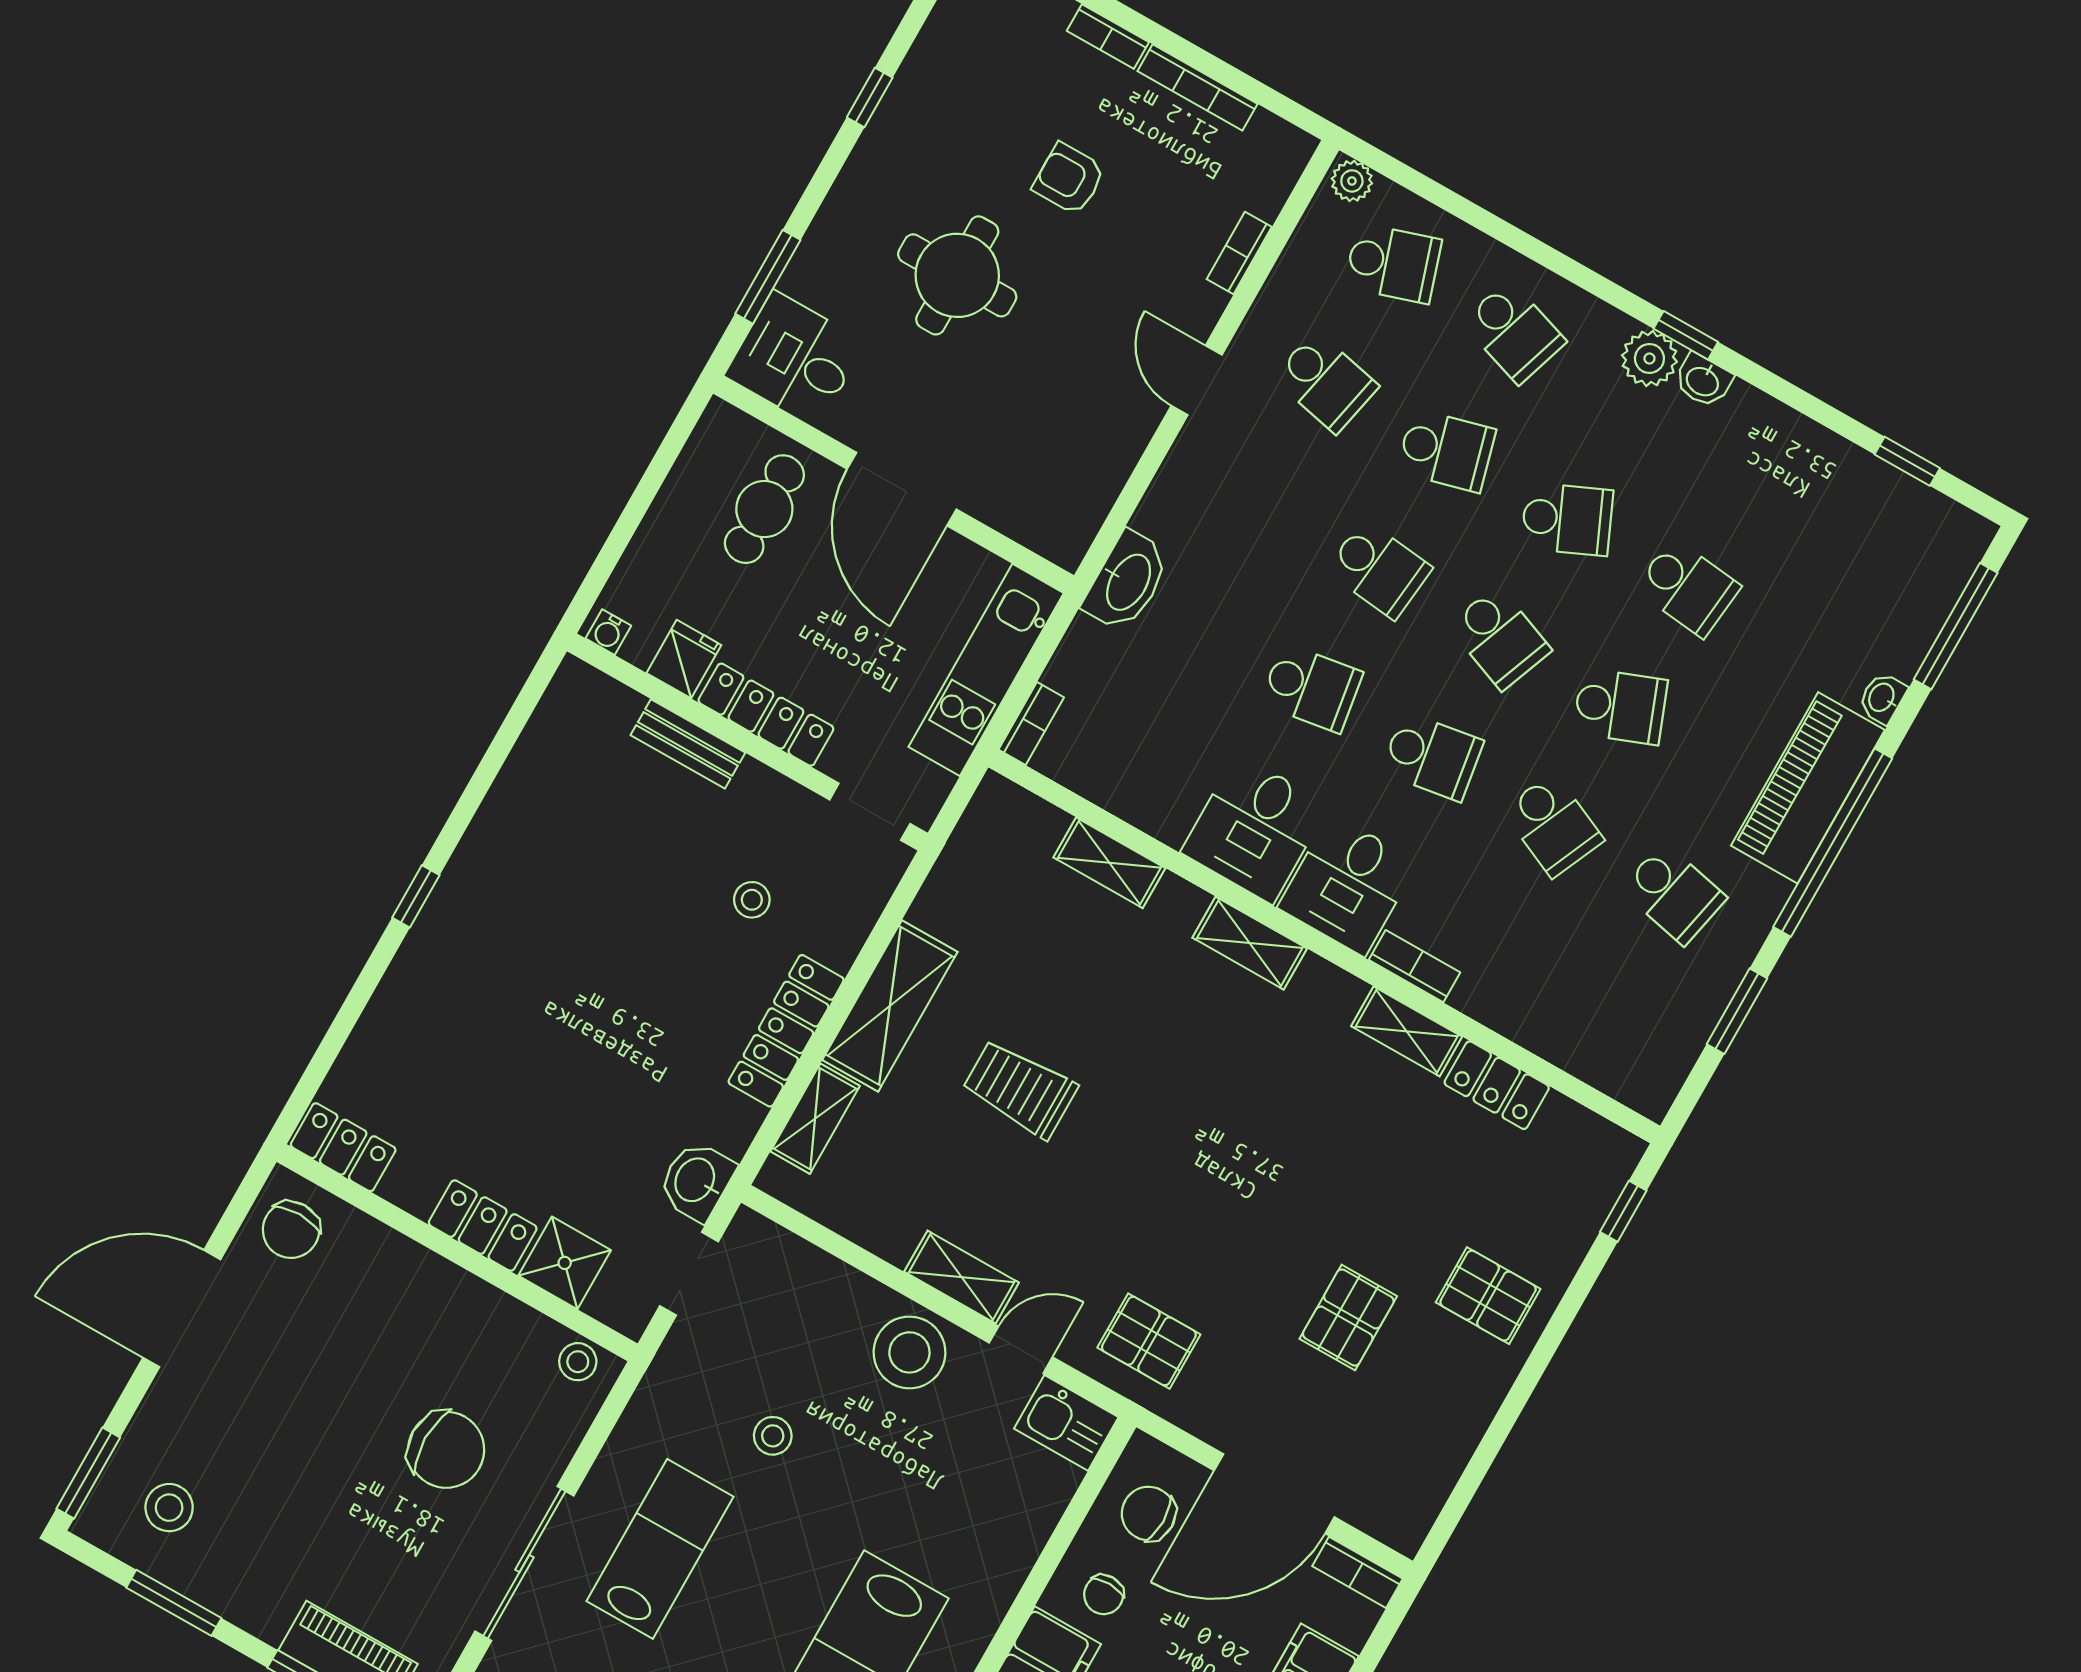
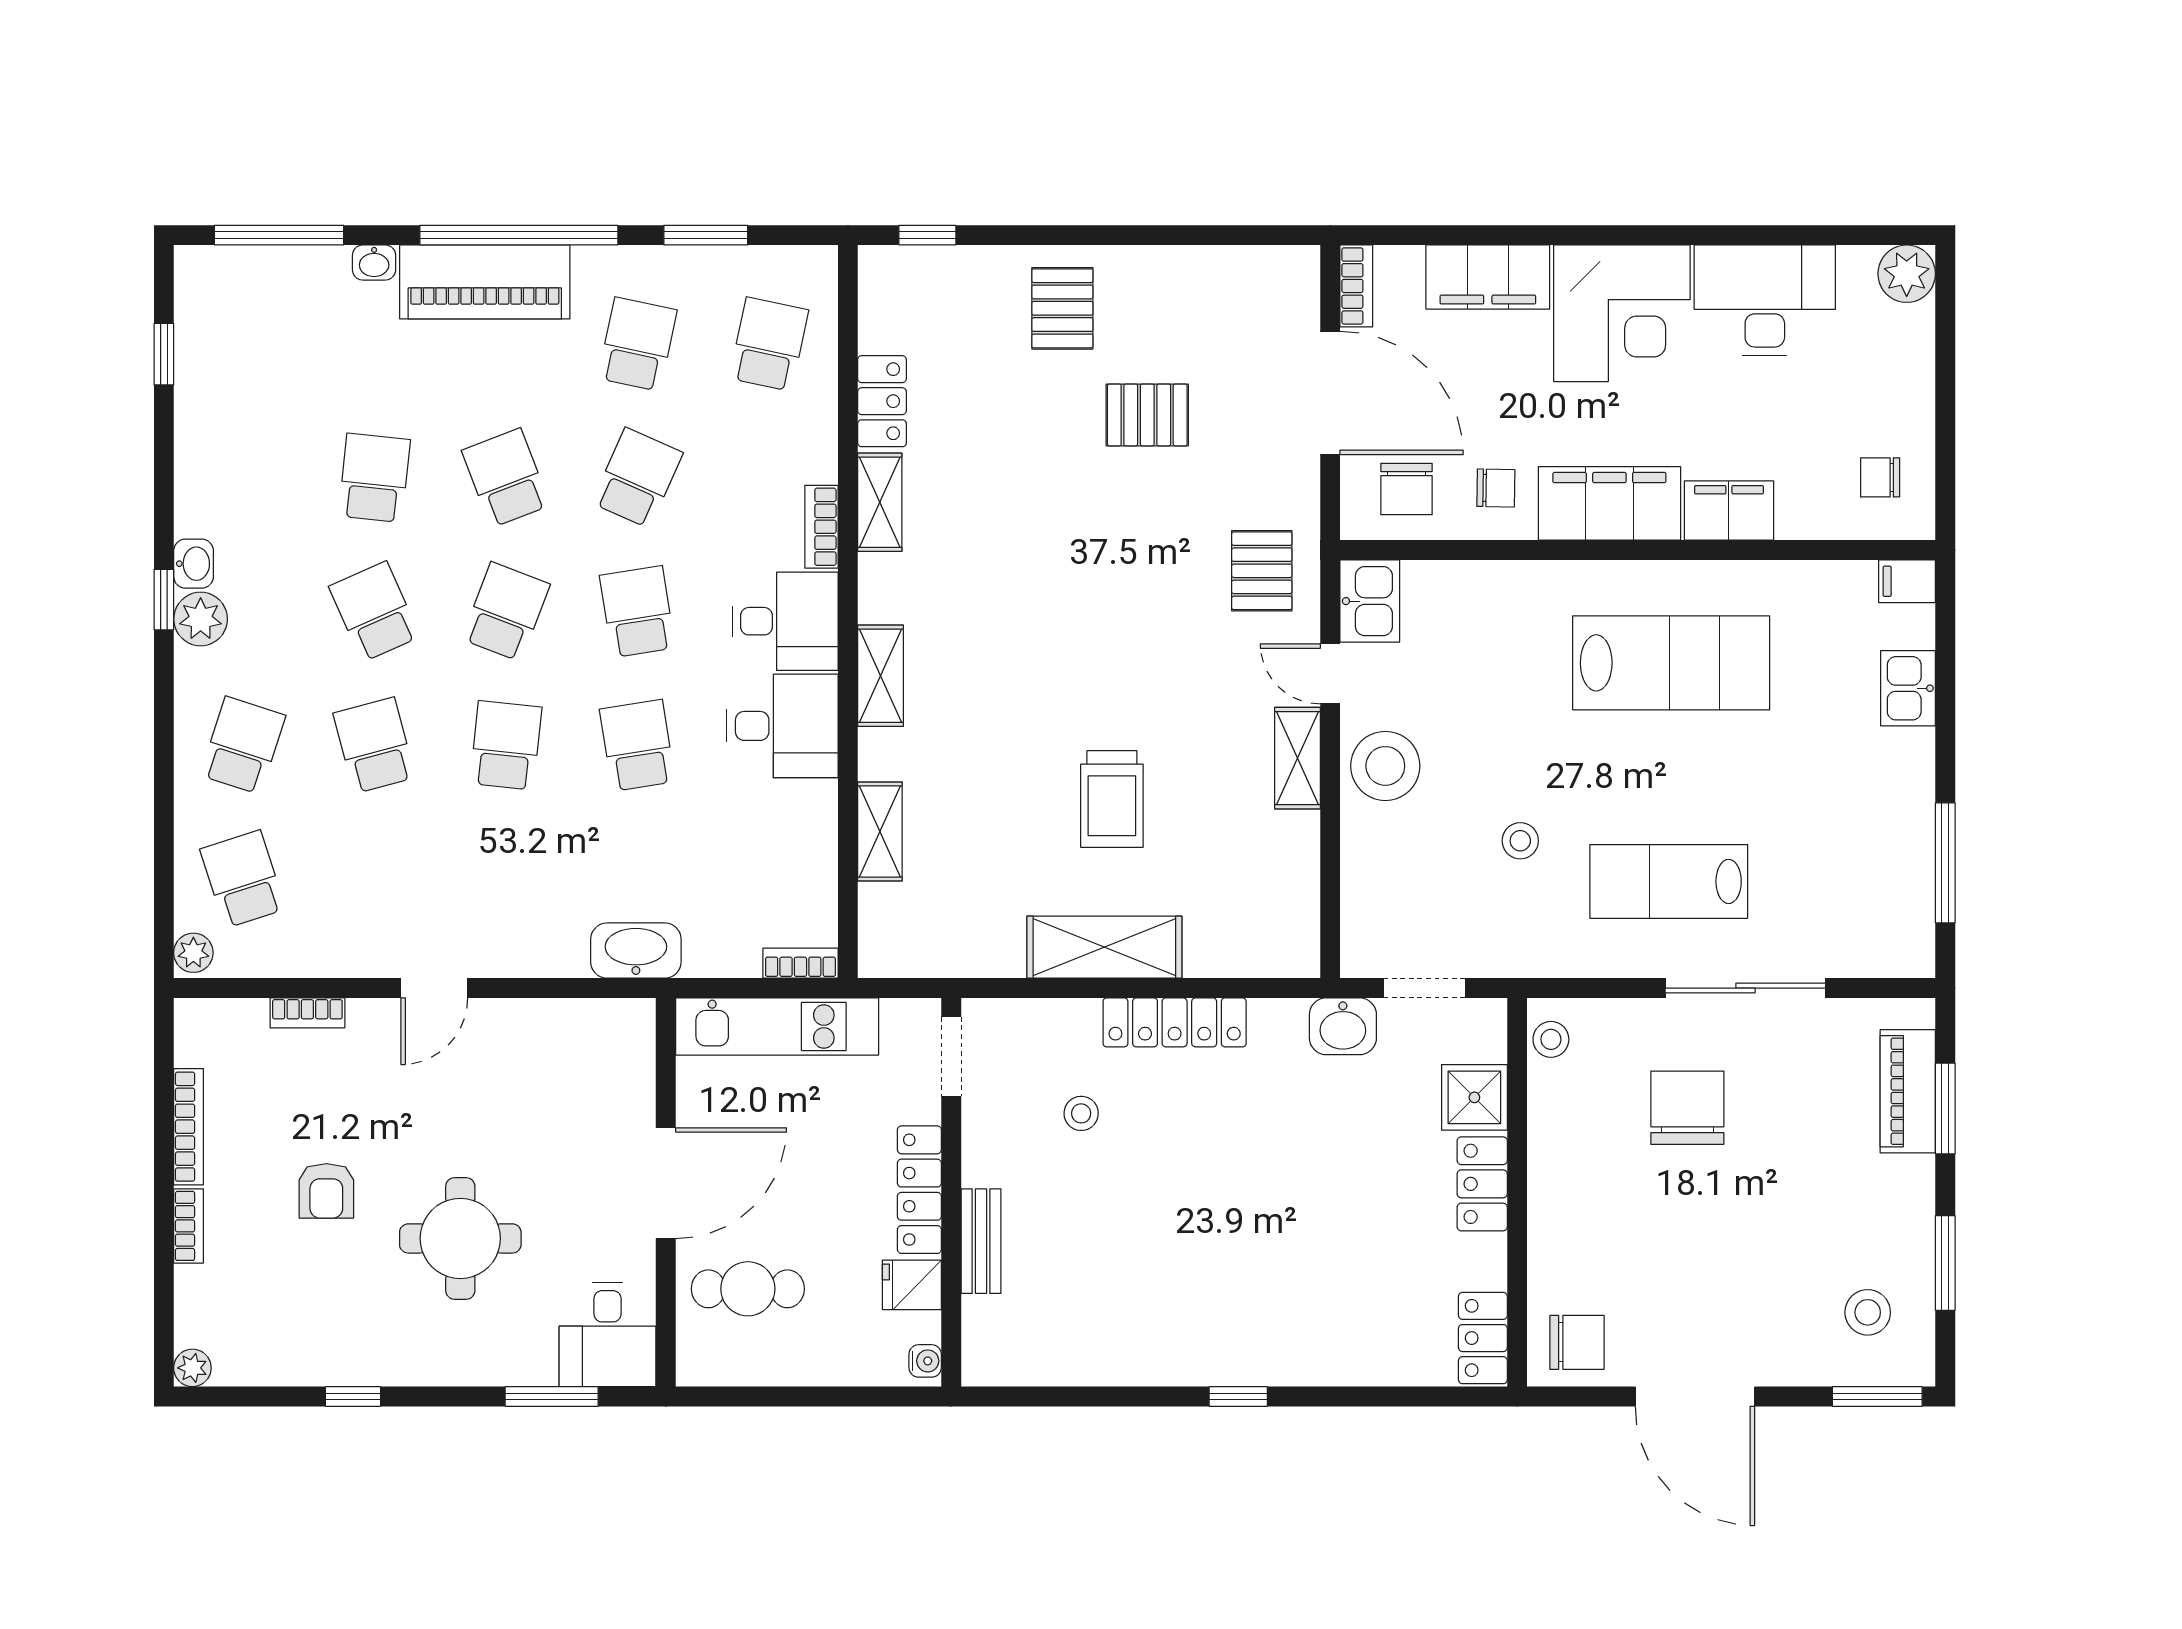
school desk: (1326, 382) -> (769, 344), moved
shelving: (815, 1119) -> (1234, 956), removed

